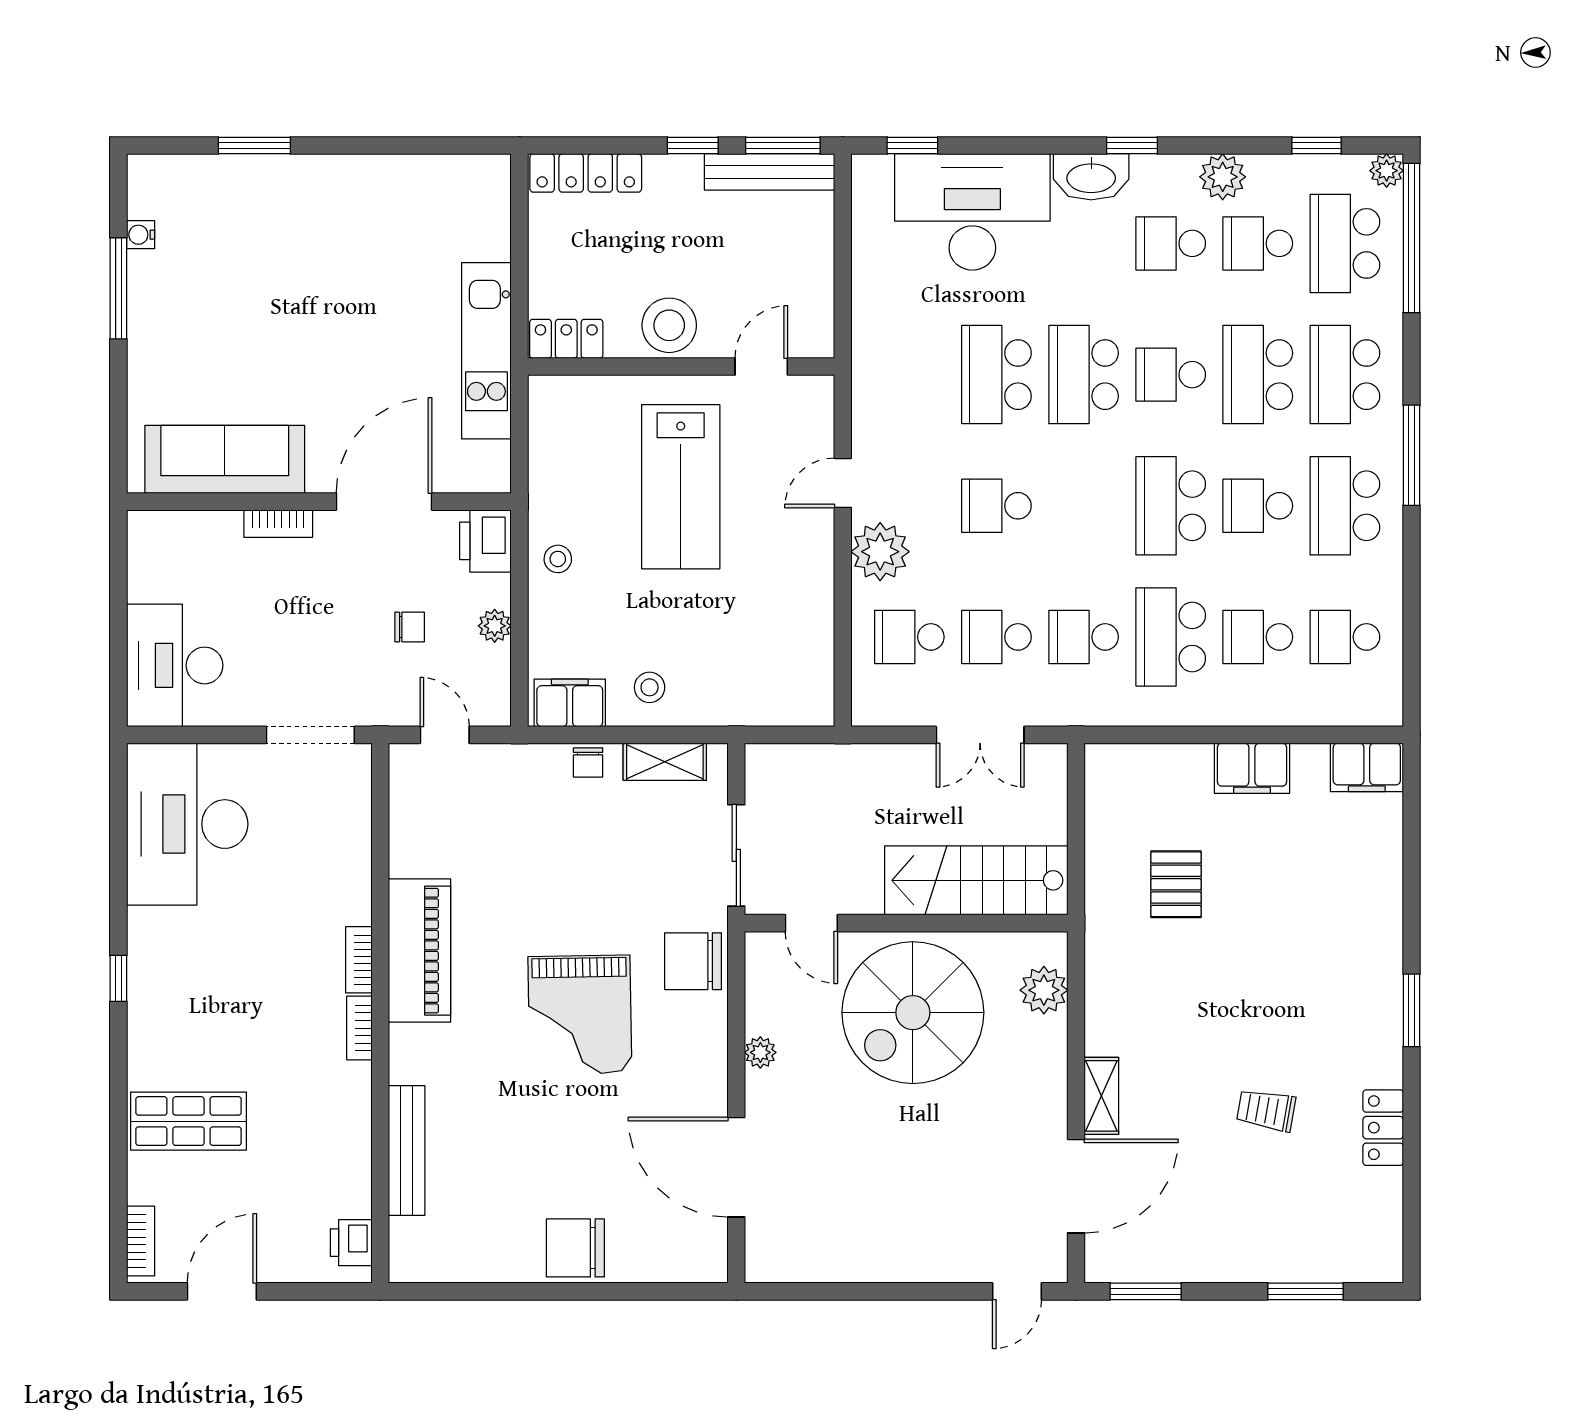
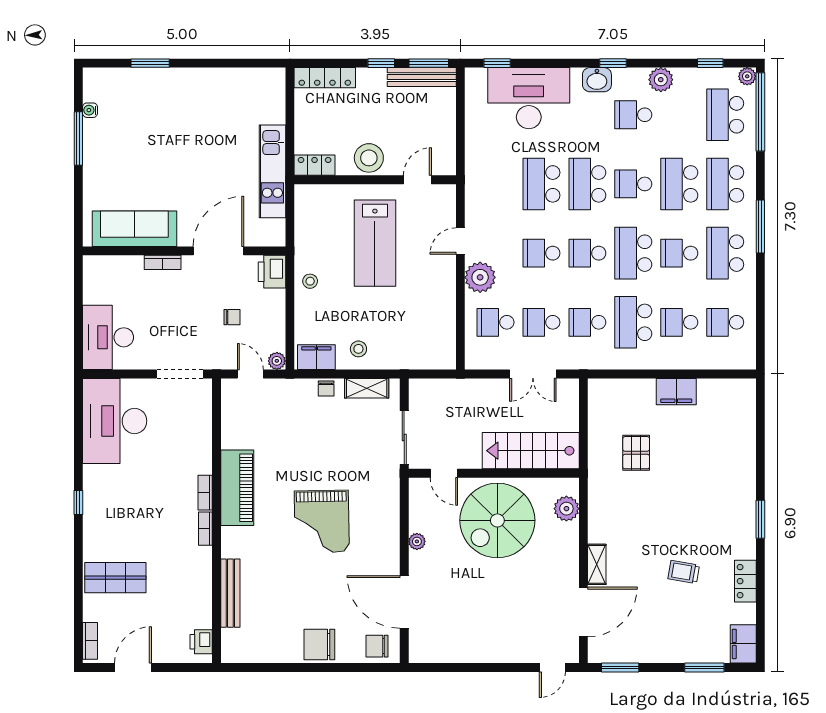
washbasin: (1091, 177) -> (597, 80), width x0.72
school desk: (1258, 243) -> (587, 253), moved
plant: (495, 626) -> (277, 361), moved
filing cabinet: (1367, 767) -> (743, 644), moved, turned 90
chair: (693, 961) -> (377, 646), moved, width x0.73, depth x0.73

